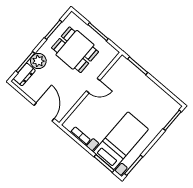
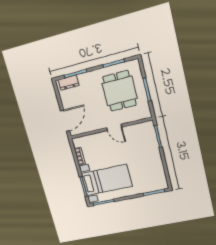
plant: (38, 61) -> (86, 80), removed

